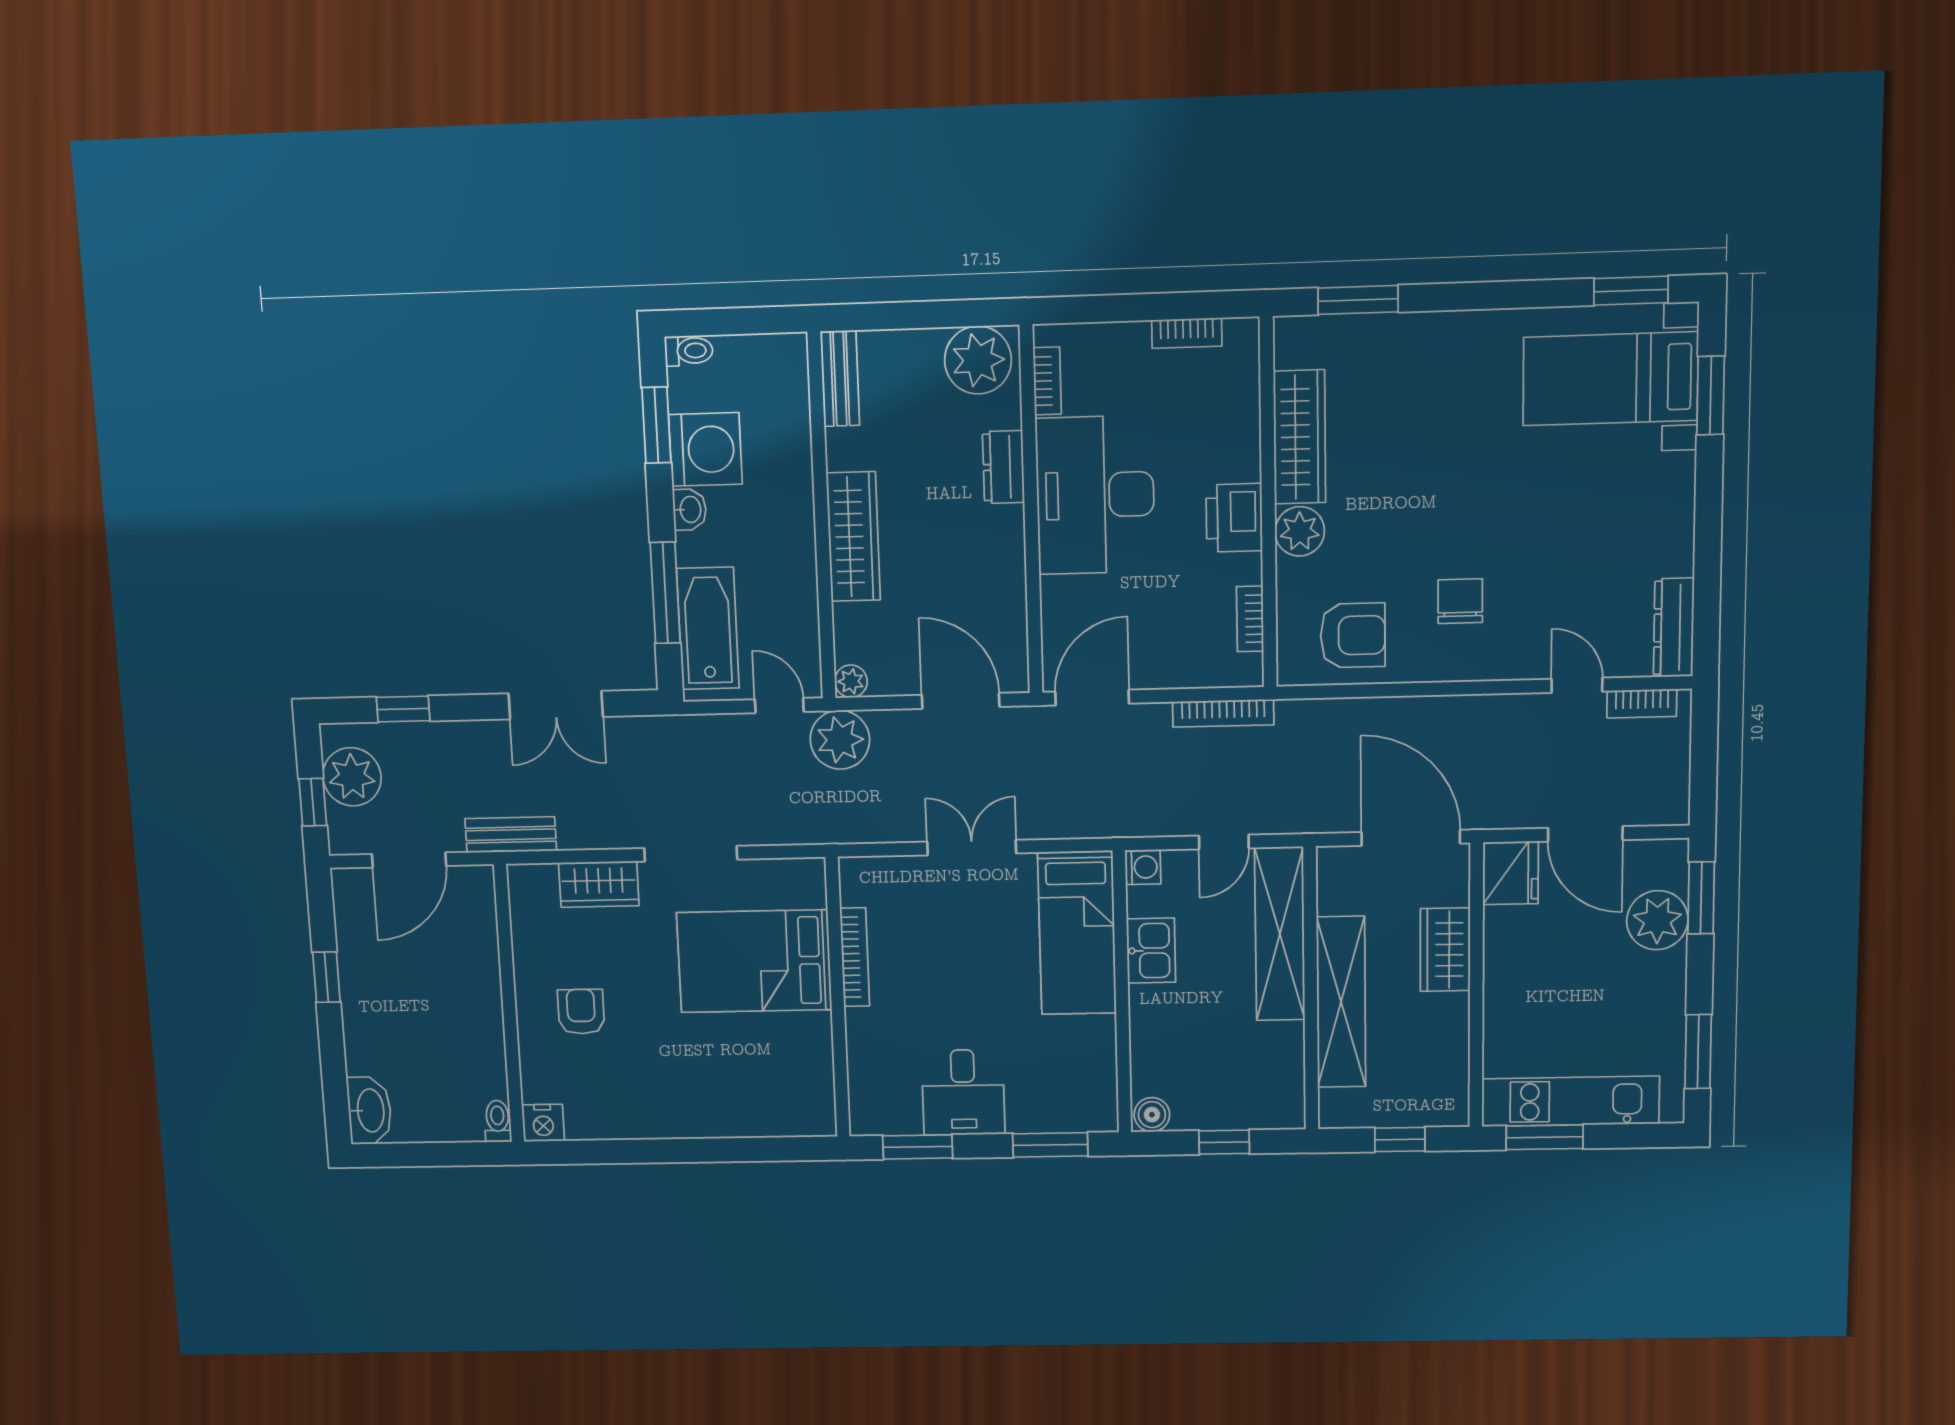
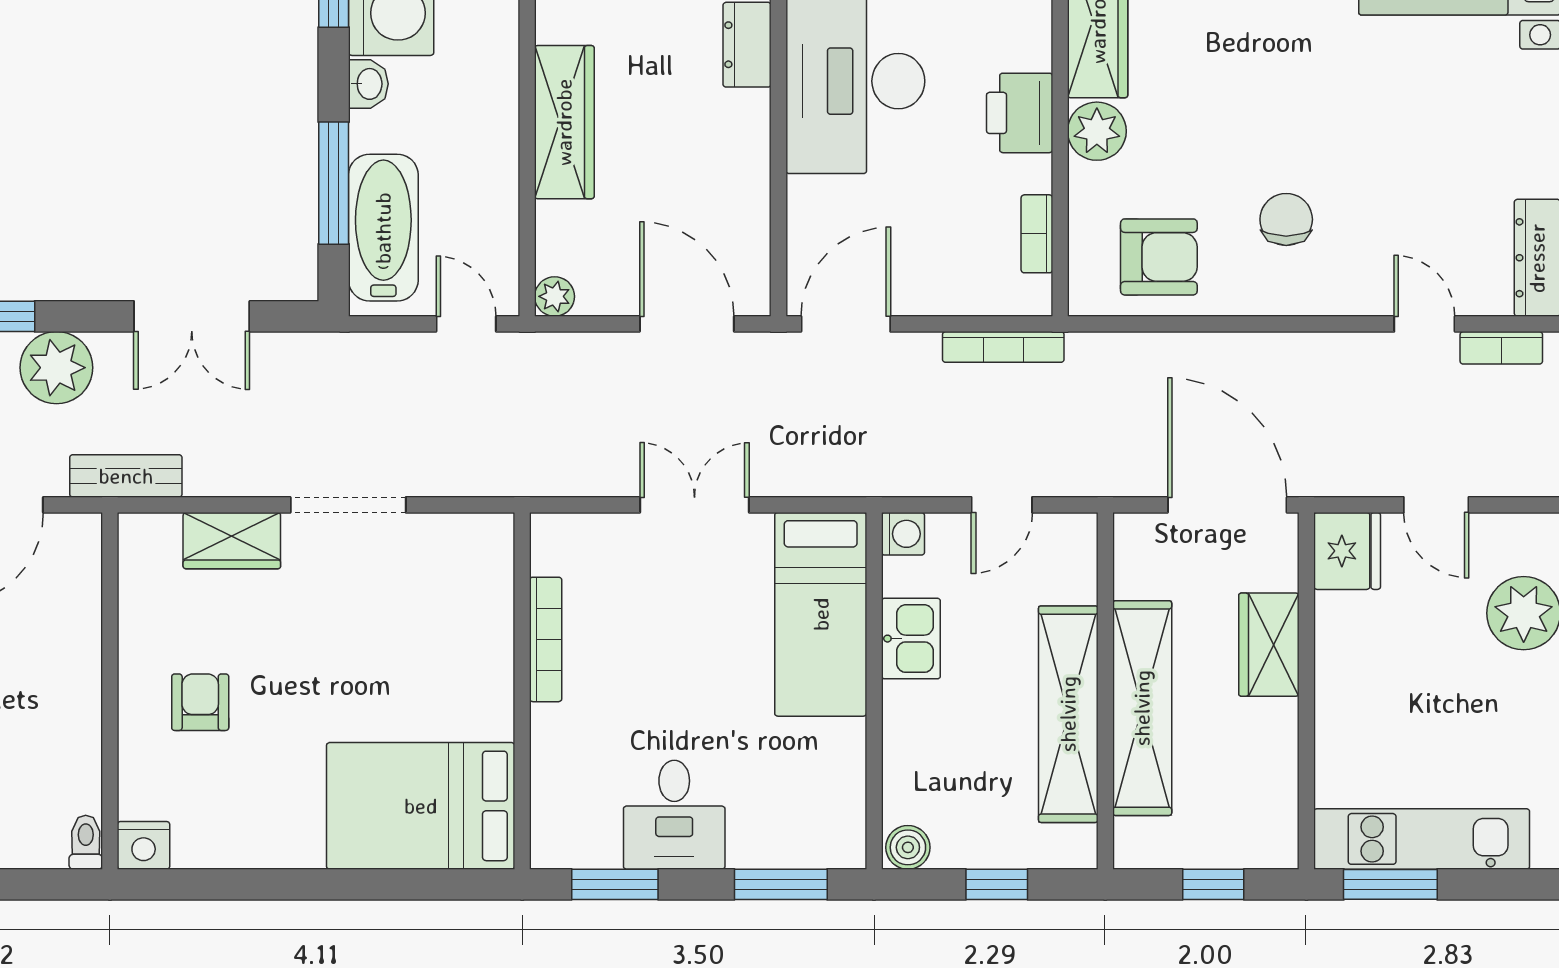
plant: (840, 740) -> (56, 368), moved
door: (1585, 834) -> (1436, 505), width x0.73
shelving: (1280, 934) -> (1068, 714), moved
bed: (754, 961) -> (421, 806), moved

